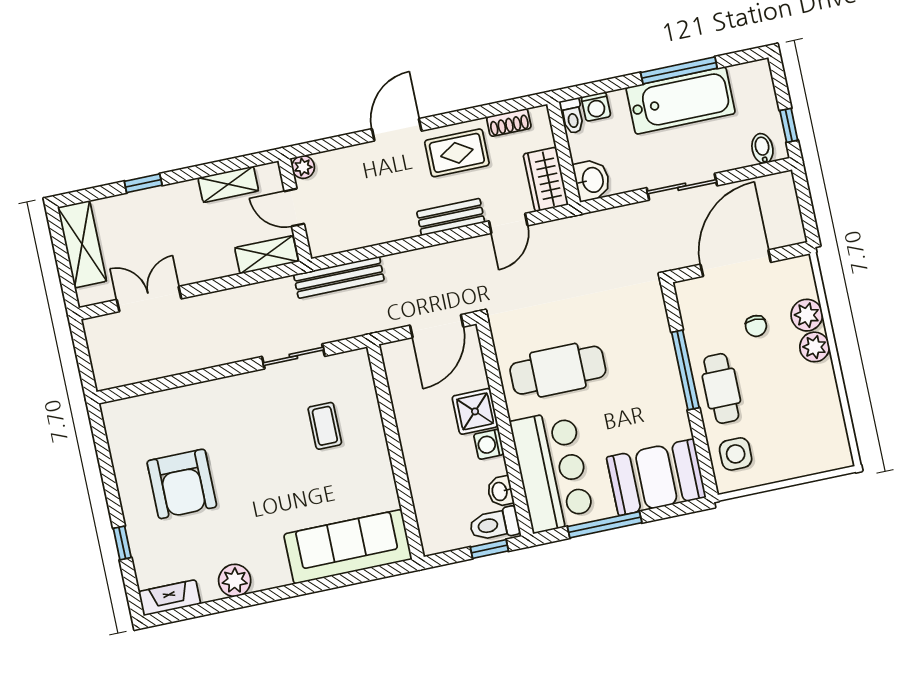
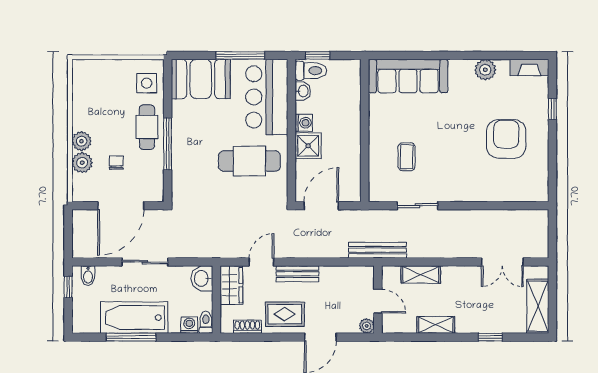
plant: (303, 167) -> (367, 326), moved
door: (294, 207) -> (378, 301), moved
wall: (295, 210) -> (378, 300), moved

